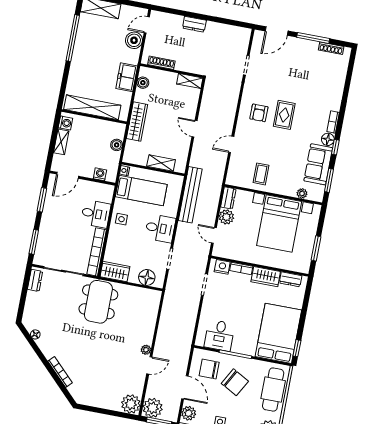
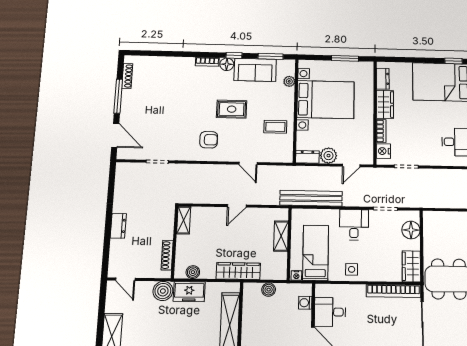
boiler: (134, 40) -> (163, 291), moved
rug: (284, 115) -> (232, 109), moved
desk: (96, 214) -> (330, 312), moved, turned -90

